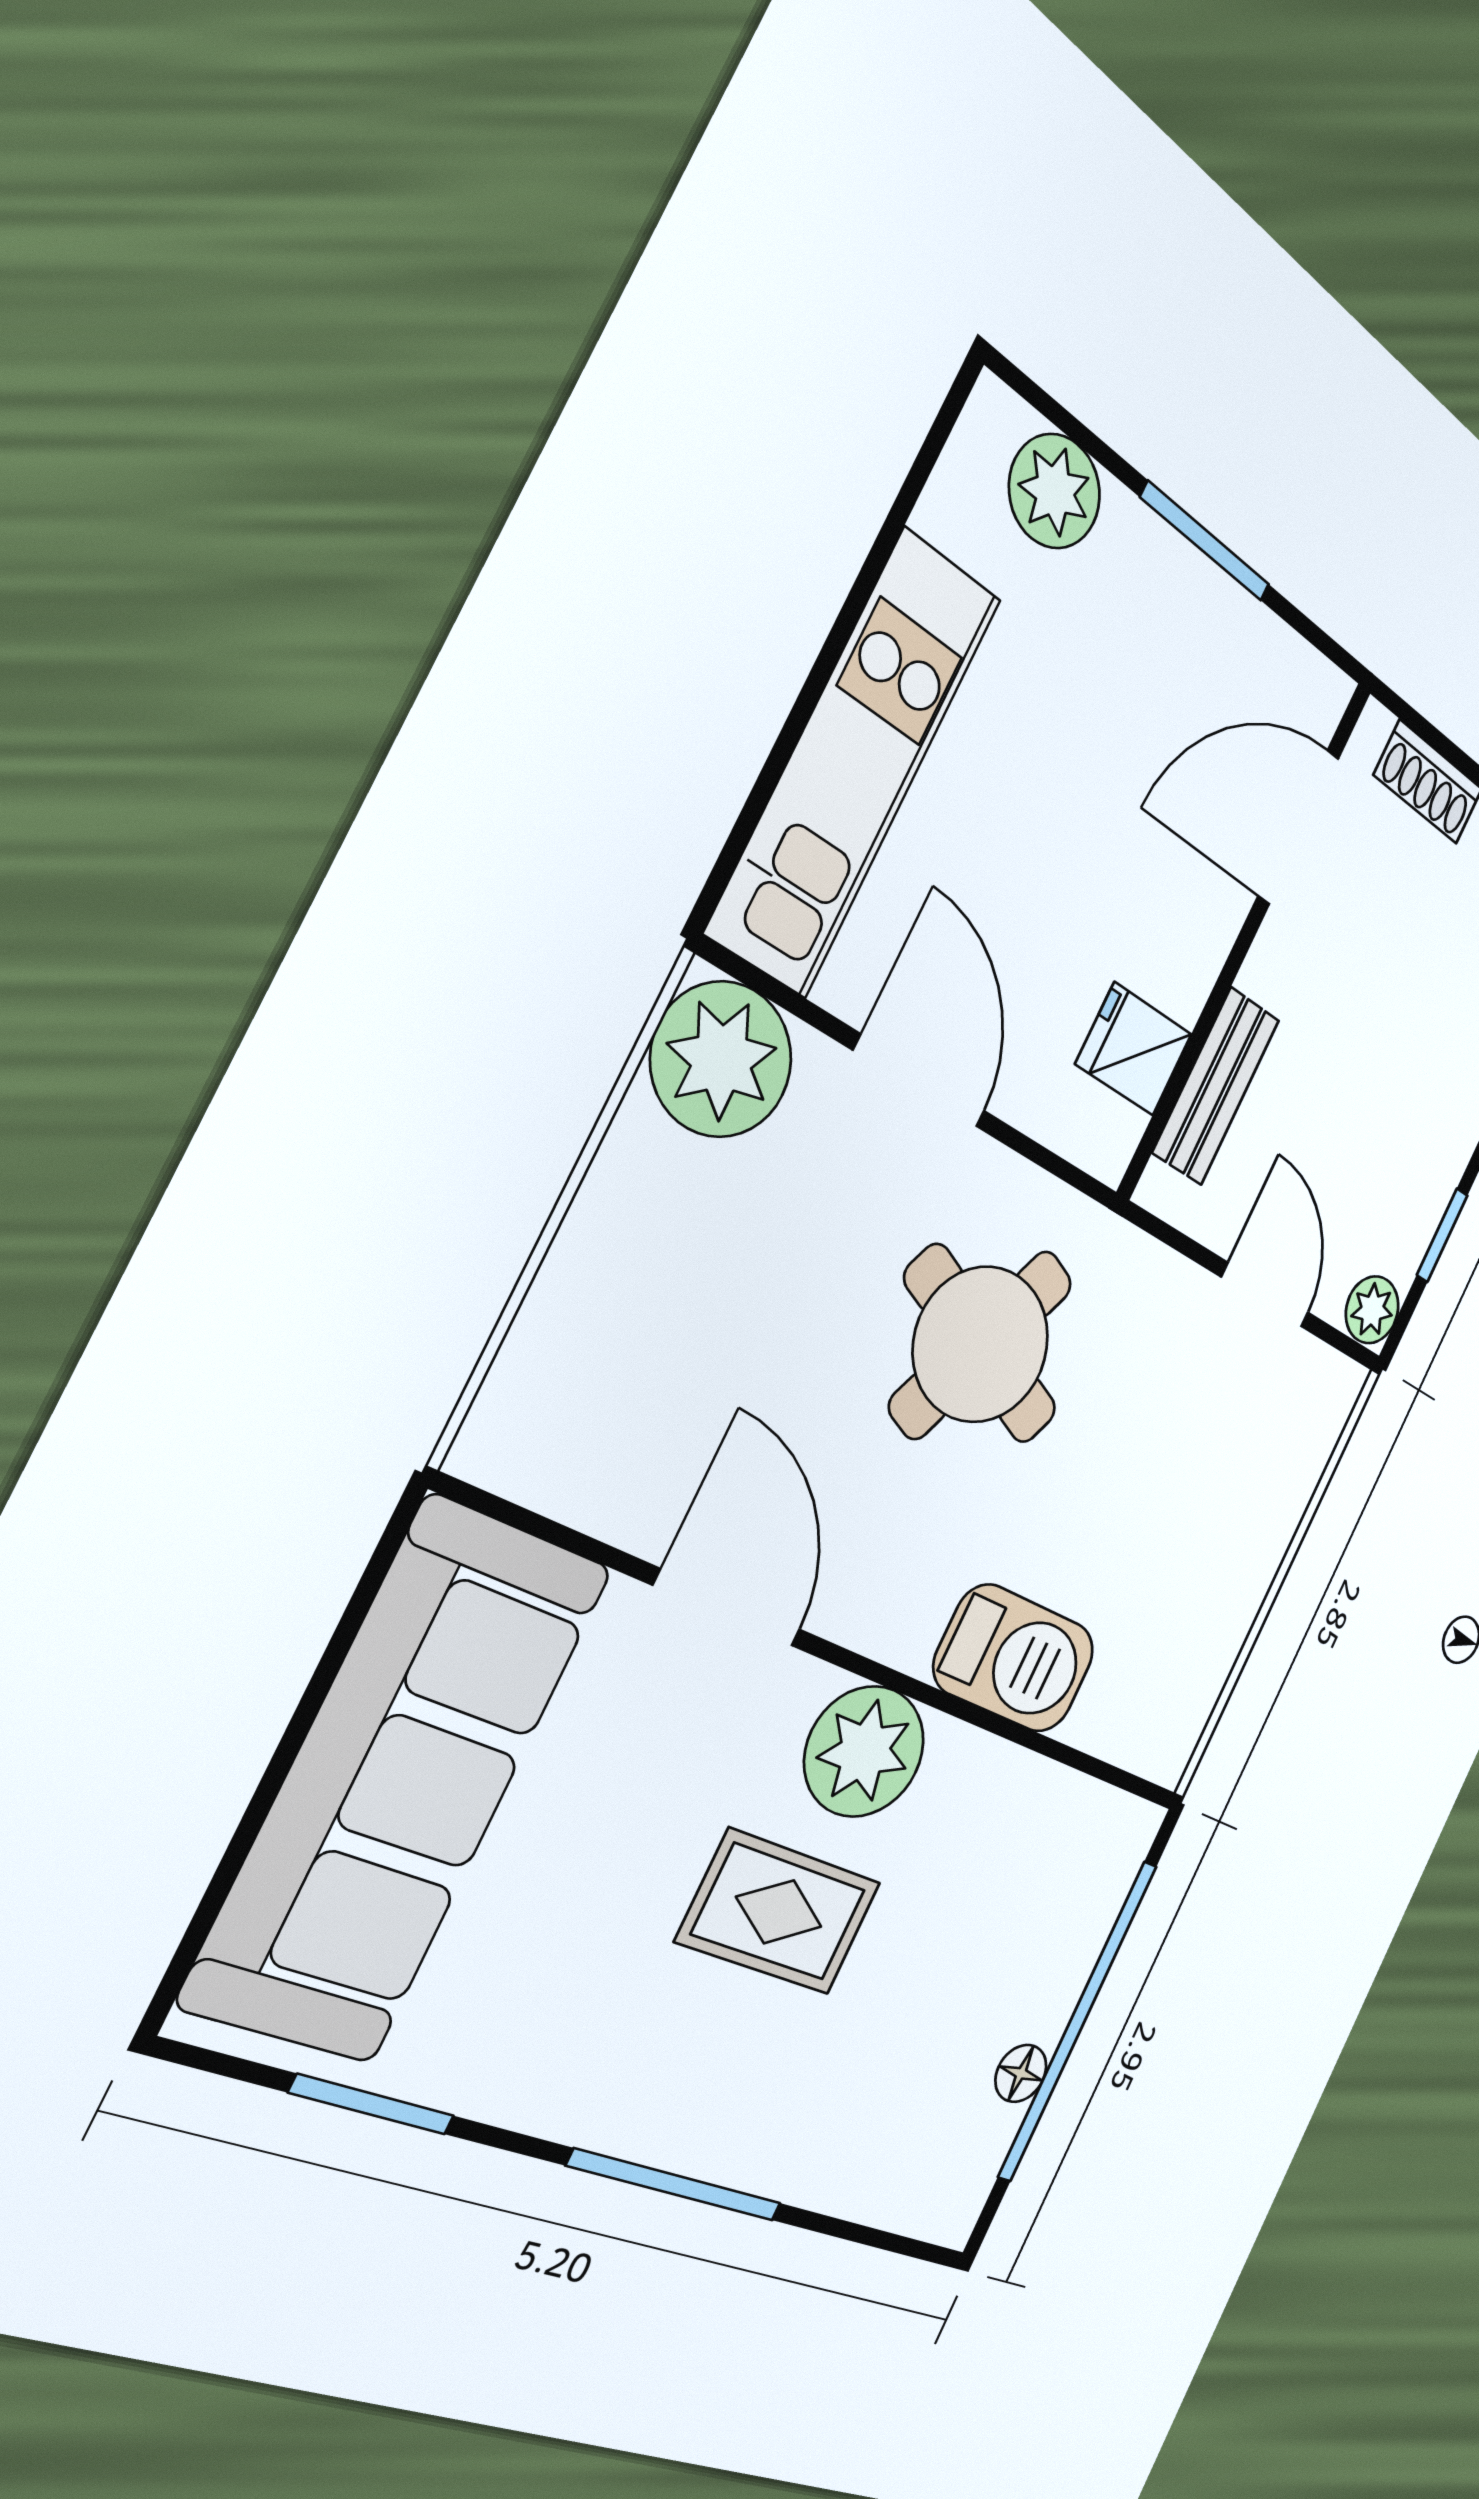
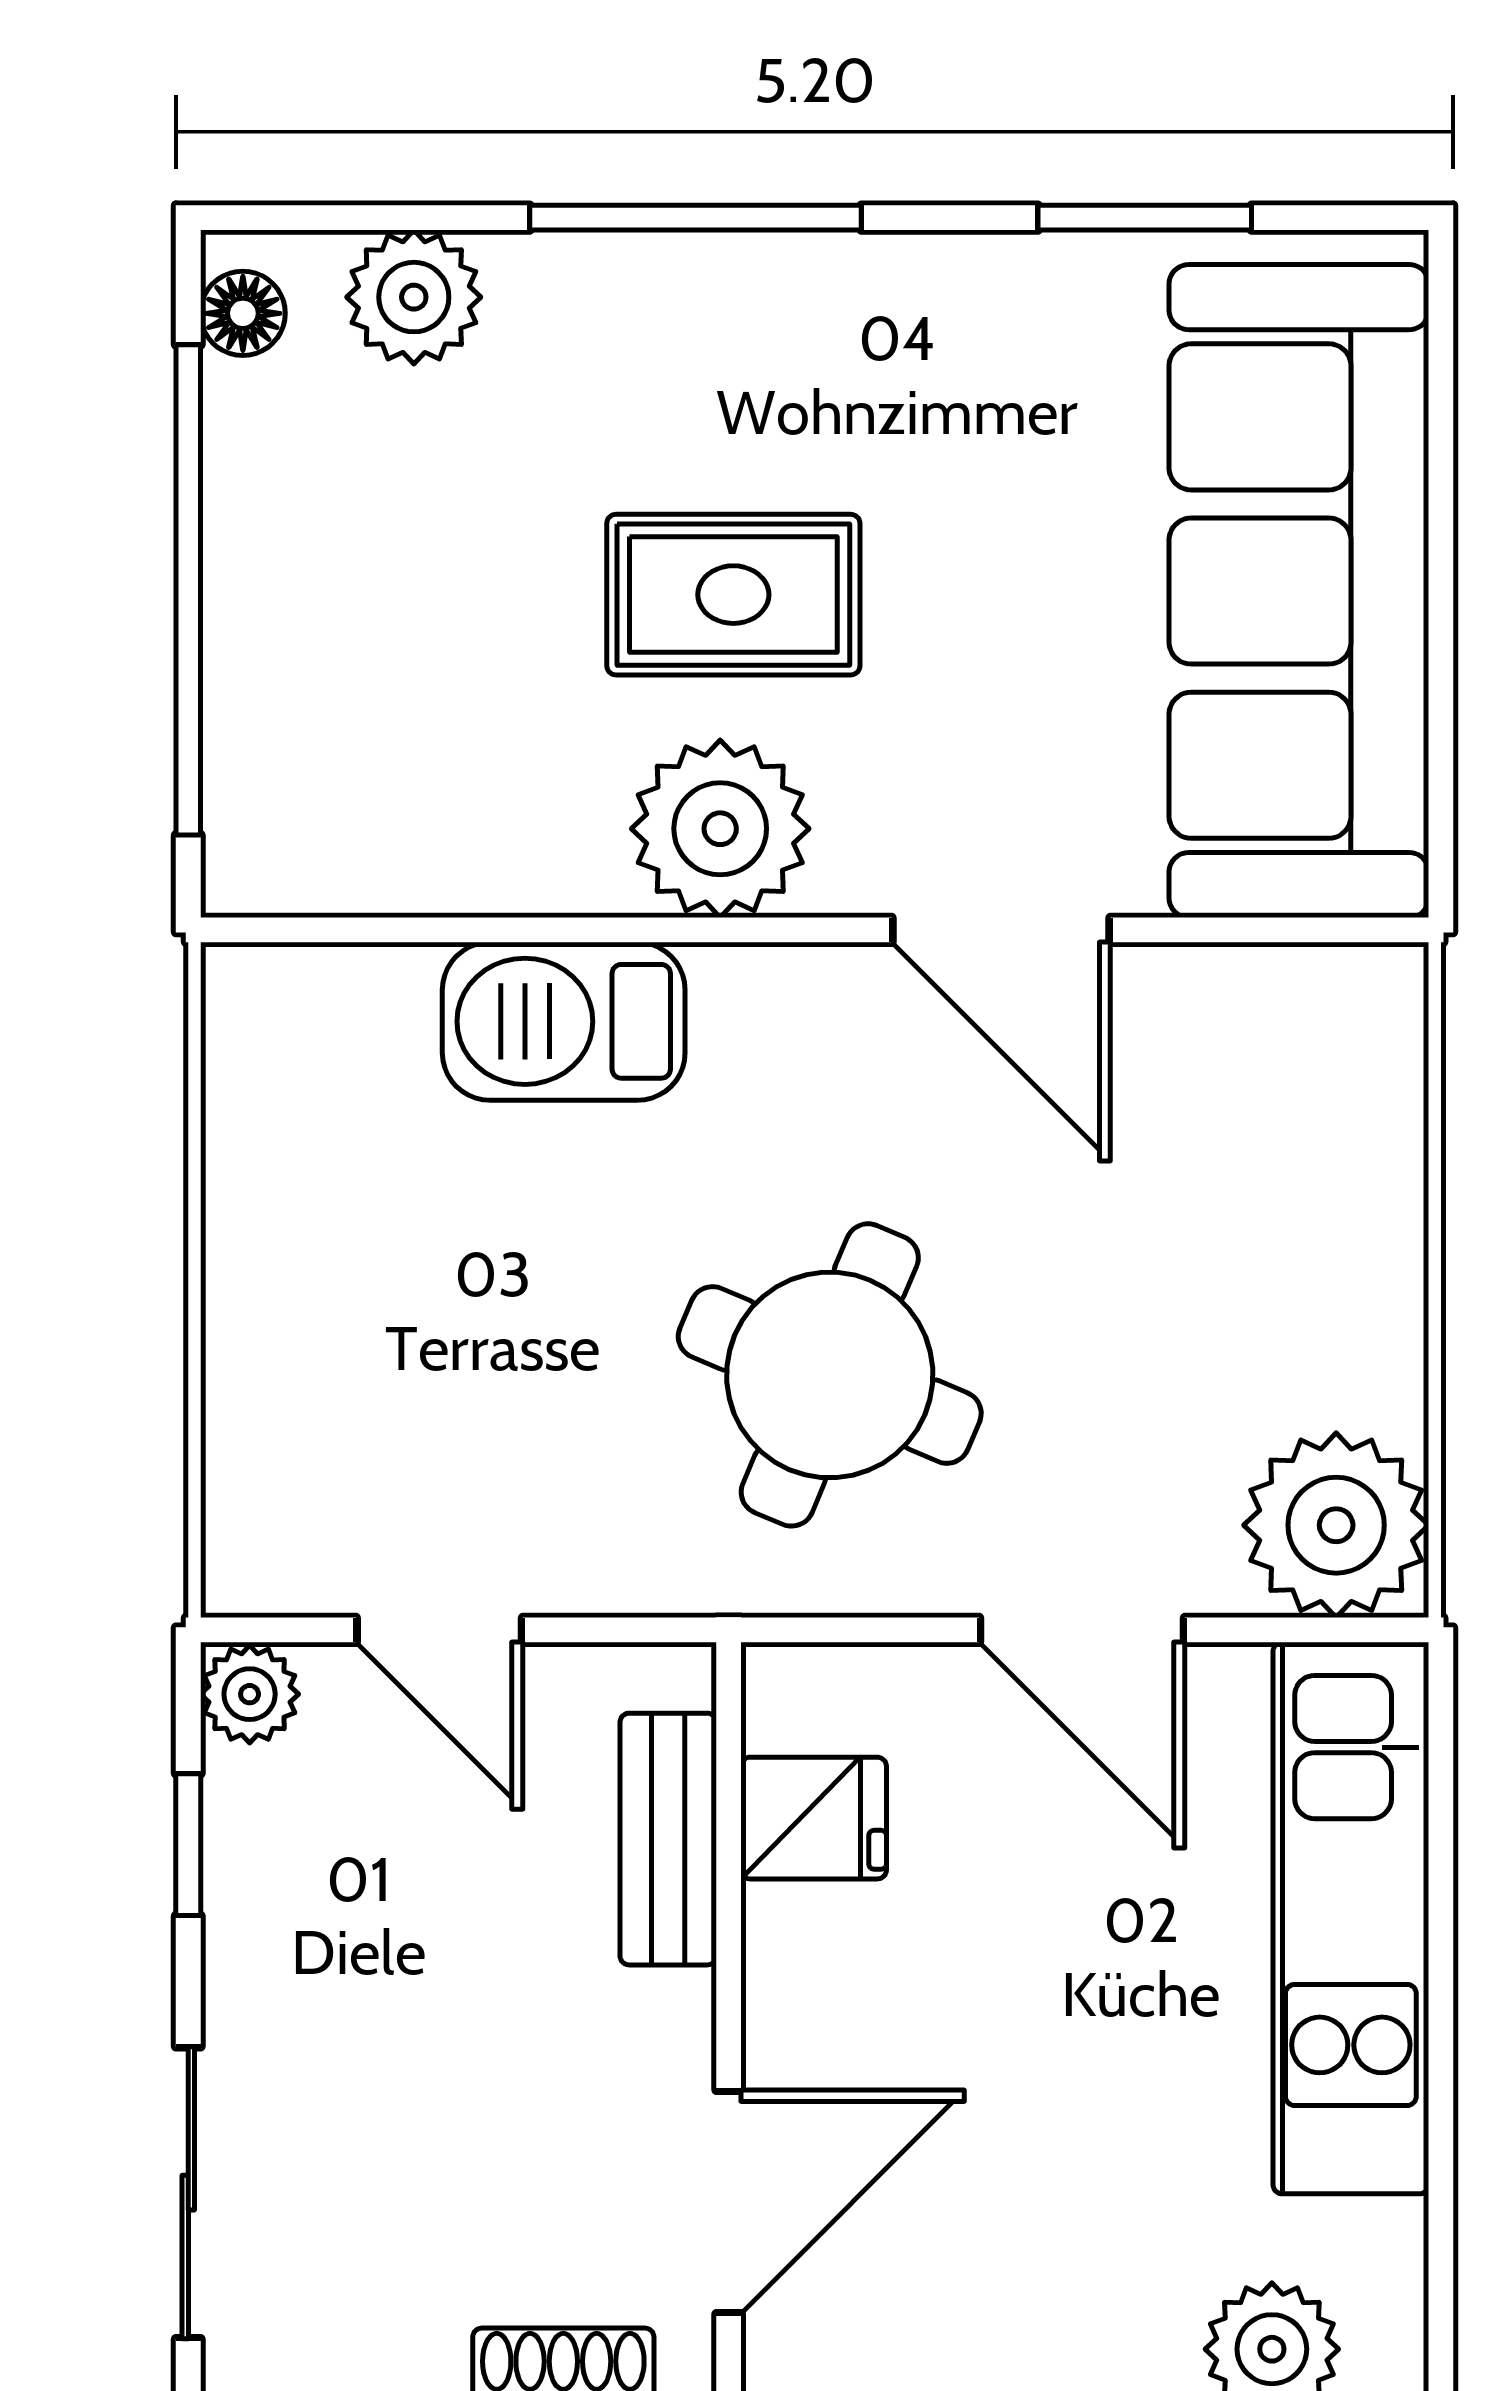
floor lamp: (1021, 2073) -> (243, 313), moved
plant: (868, 2176) -> (414, 297), added

